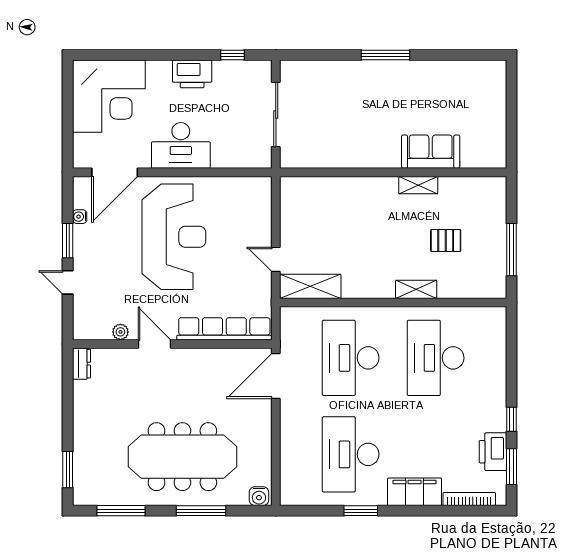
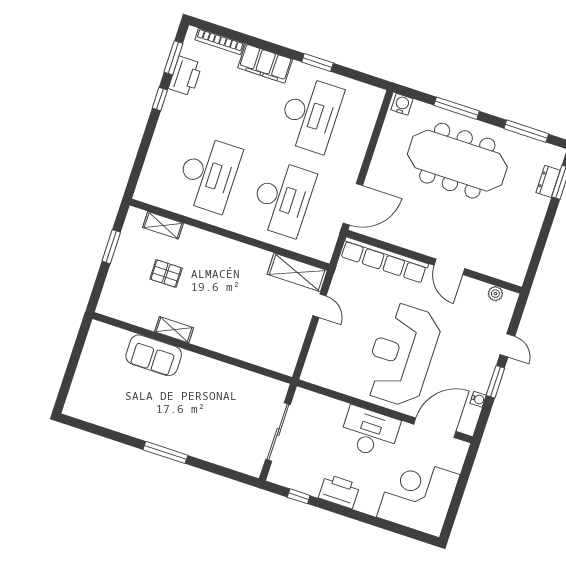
window: (511, 250) -> (111, 247), width x0.69
shelving: (416, 289) -> (163, 225), moved
plant: (120, 332) -> (495, 294), moved
dresser: (81, 364) -> (548, 181), moved

